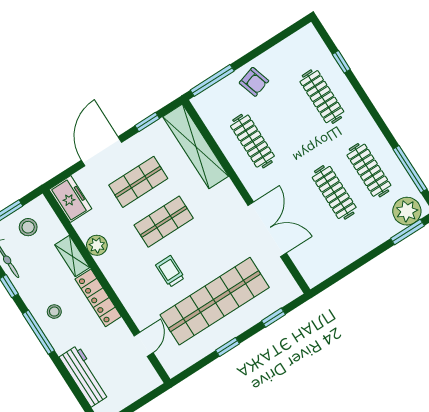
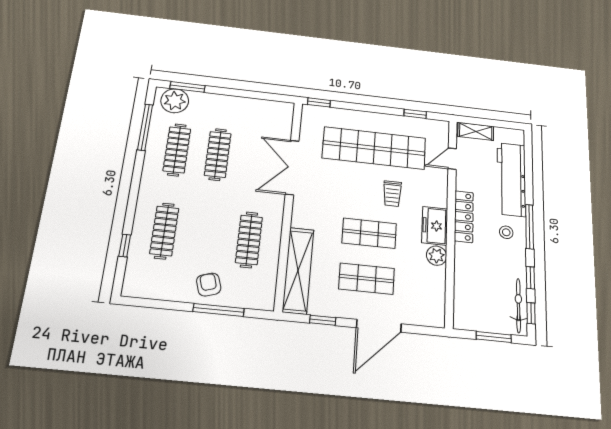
window: (212, 80) -> (219, 310), moved
freezer: (70, 199) -> (435, 226), moved
stool: (28, 227) -> (483, 311), removed
shelving: (72, 256) -> (476, 131), moved, turned 90
window: (273, 318) -> (319, 102), moved
window: (228, 347) -> (415, 114), moved
workbench: (84, 376) -> (511, 179), width x1.36, depth x1.32

